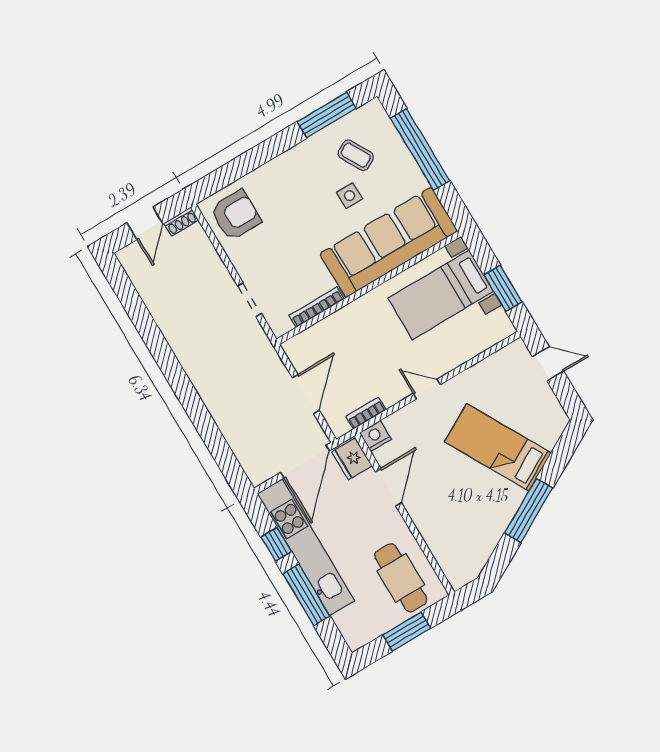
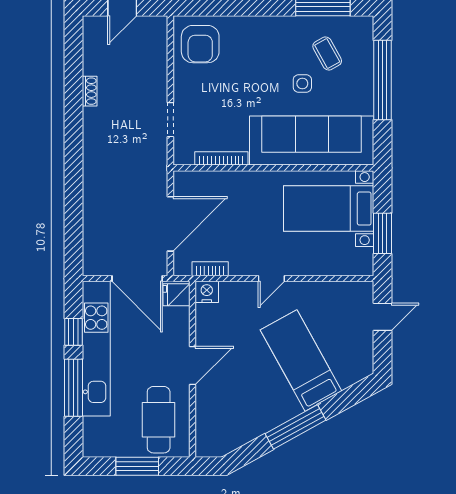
armchair: (236, 215) -> (200, 44), turned 90
shoe rack: (181, 222) -> (90, 91), moved, turned -90
door: (548, 364) -> (382, 317), hinge flipped
door: (427, 389) -> (271, 279), swing flipped
door: (306, 394) -> (170, 224), width x1.36
fridge: (352, 459) -> (177, 295), width x0.72
door: (305, 462) -> (137, 279), hinge flipped
door: (388, 487) -> (193, 366), moved

